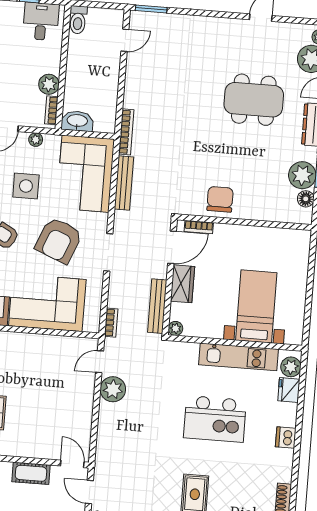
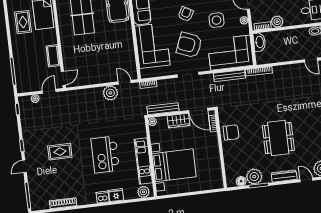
dining table: (254, 100) -> (278, 138), moved
bed with nightstands: (256, 306) -> (174, 165), width x1.36
fridge: (289, 390) -> (116, 195), moved

